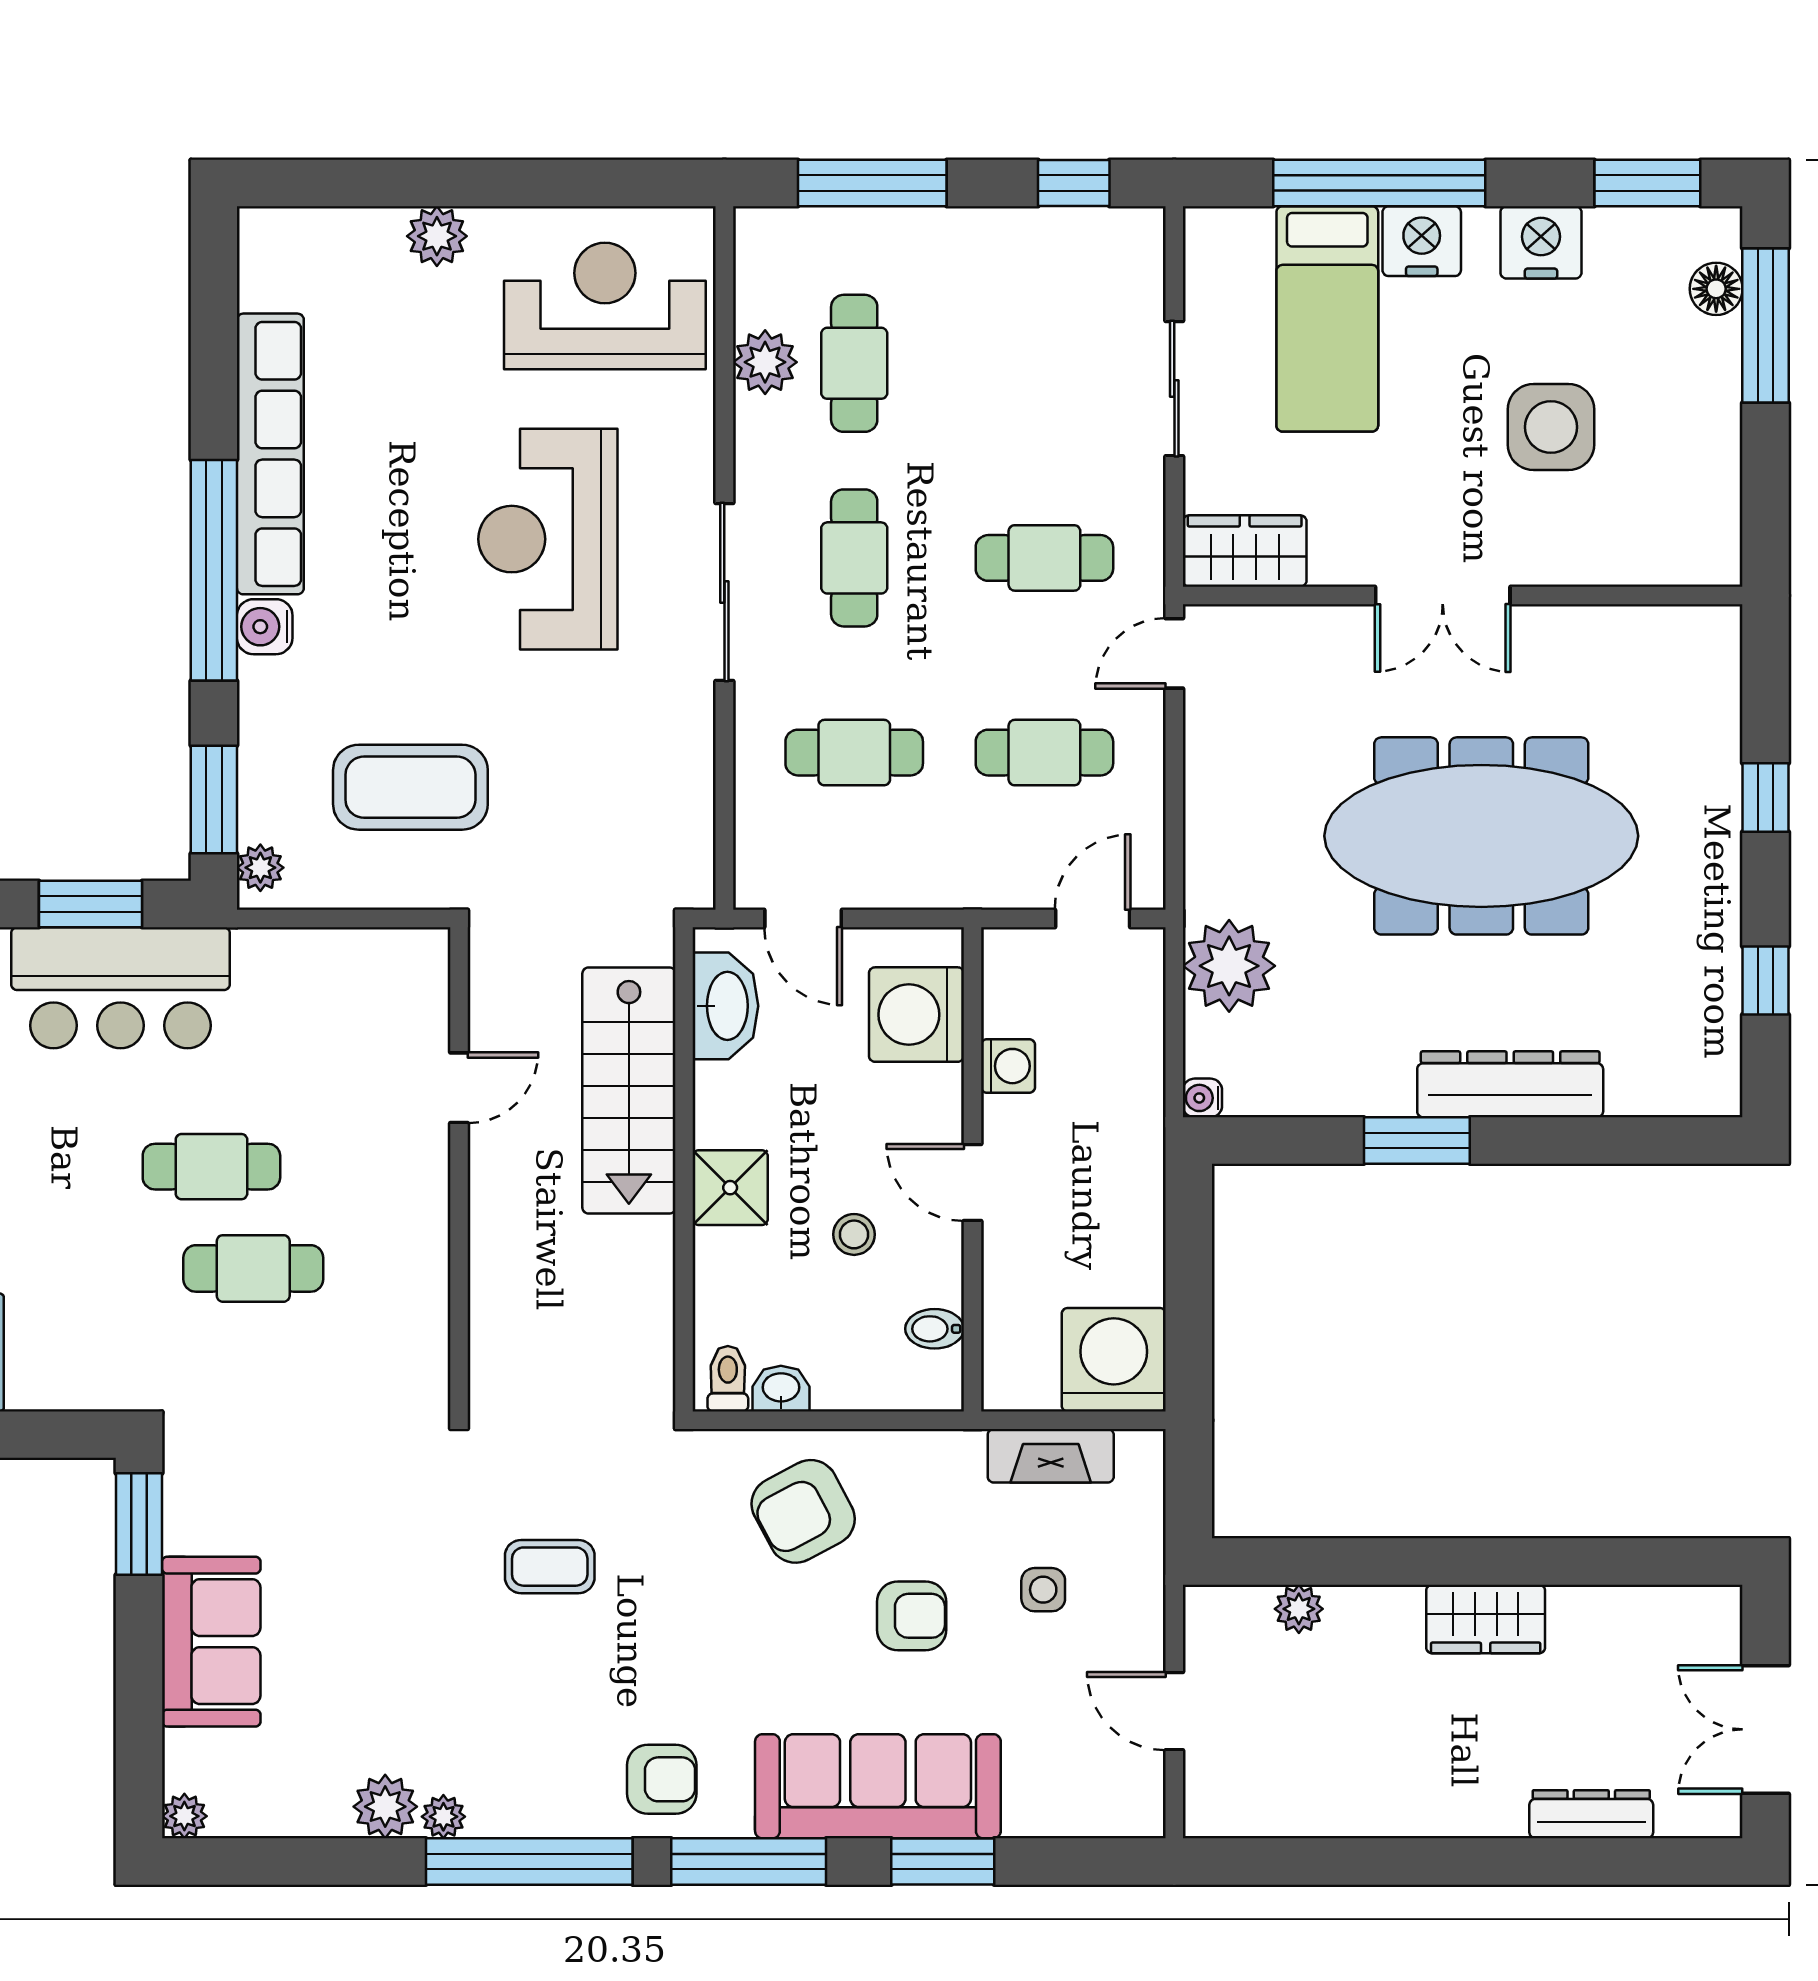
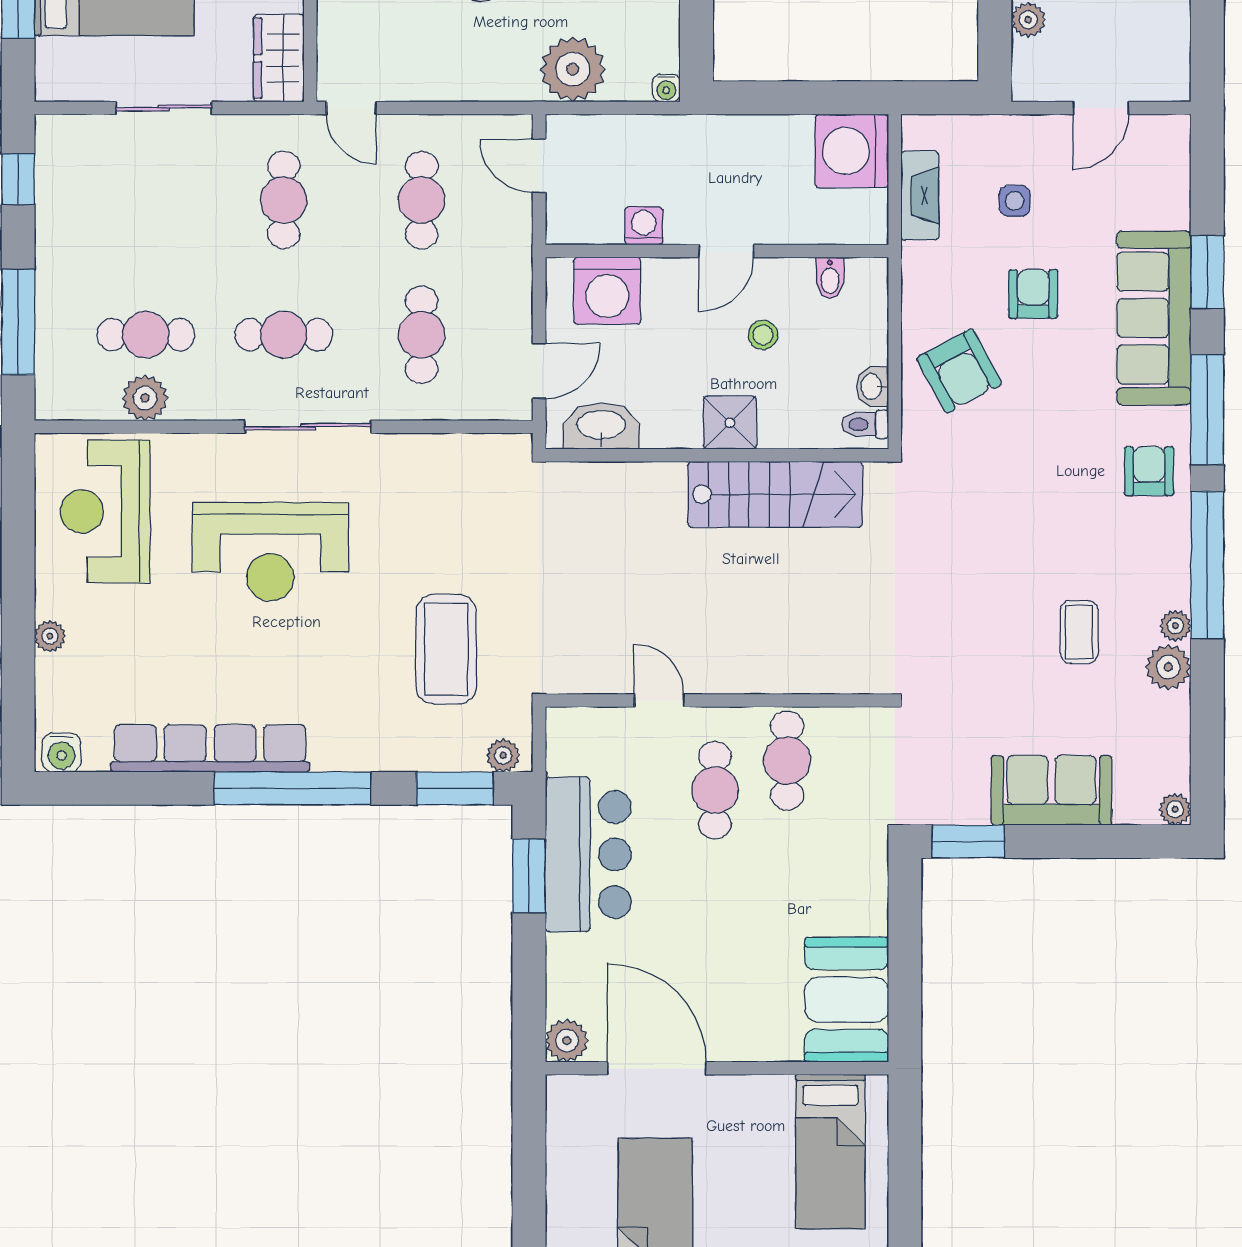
plant: (437, 236) -> (50, 636), width x0.73, depth x0.73
water cooler: (265, 627) -> (62, 752), moved
door: (459, 1088) -> (659, 701), moved
stairs: (629, 1091) -> (775, 494), moved
wall: (459, 1169) -> (717, 701), moved
coffee table: (550, 1567) -> (1079, 632), moved

